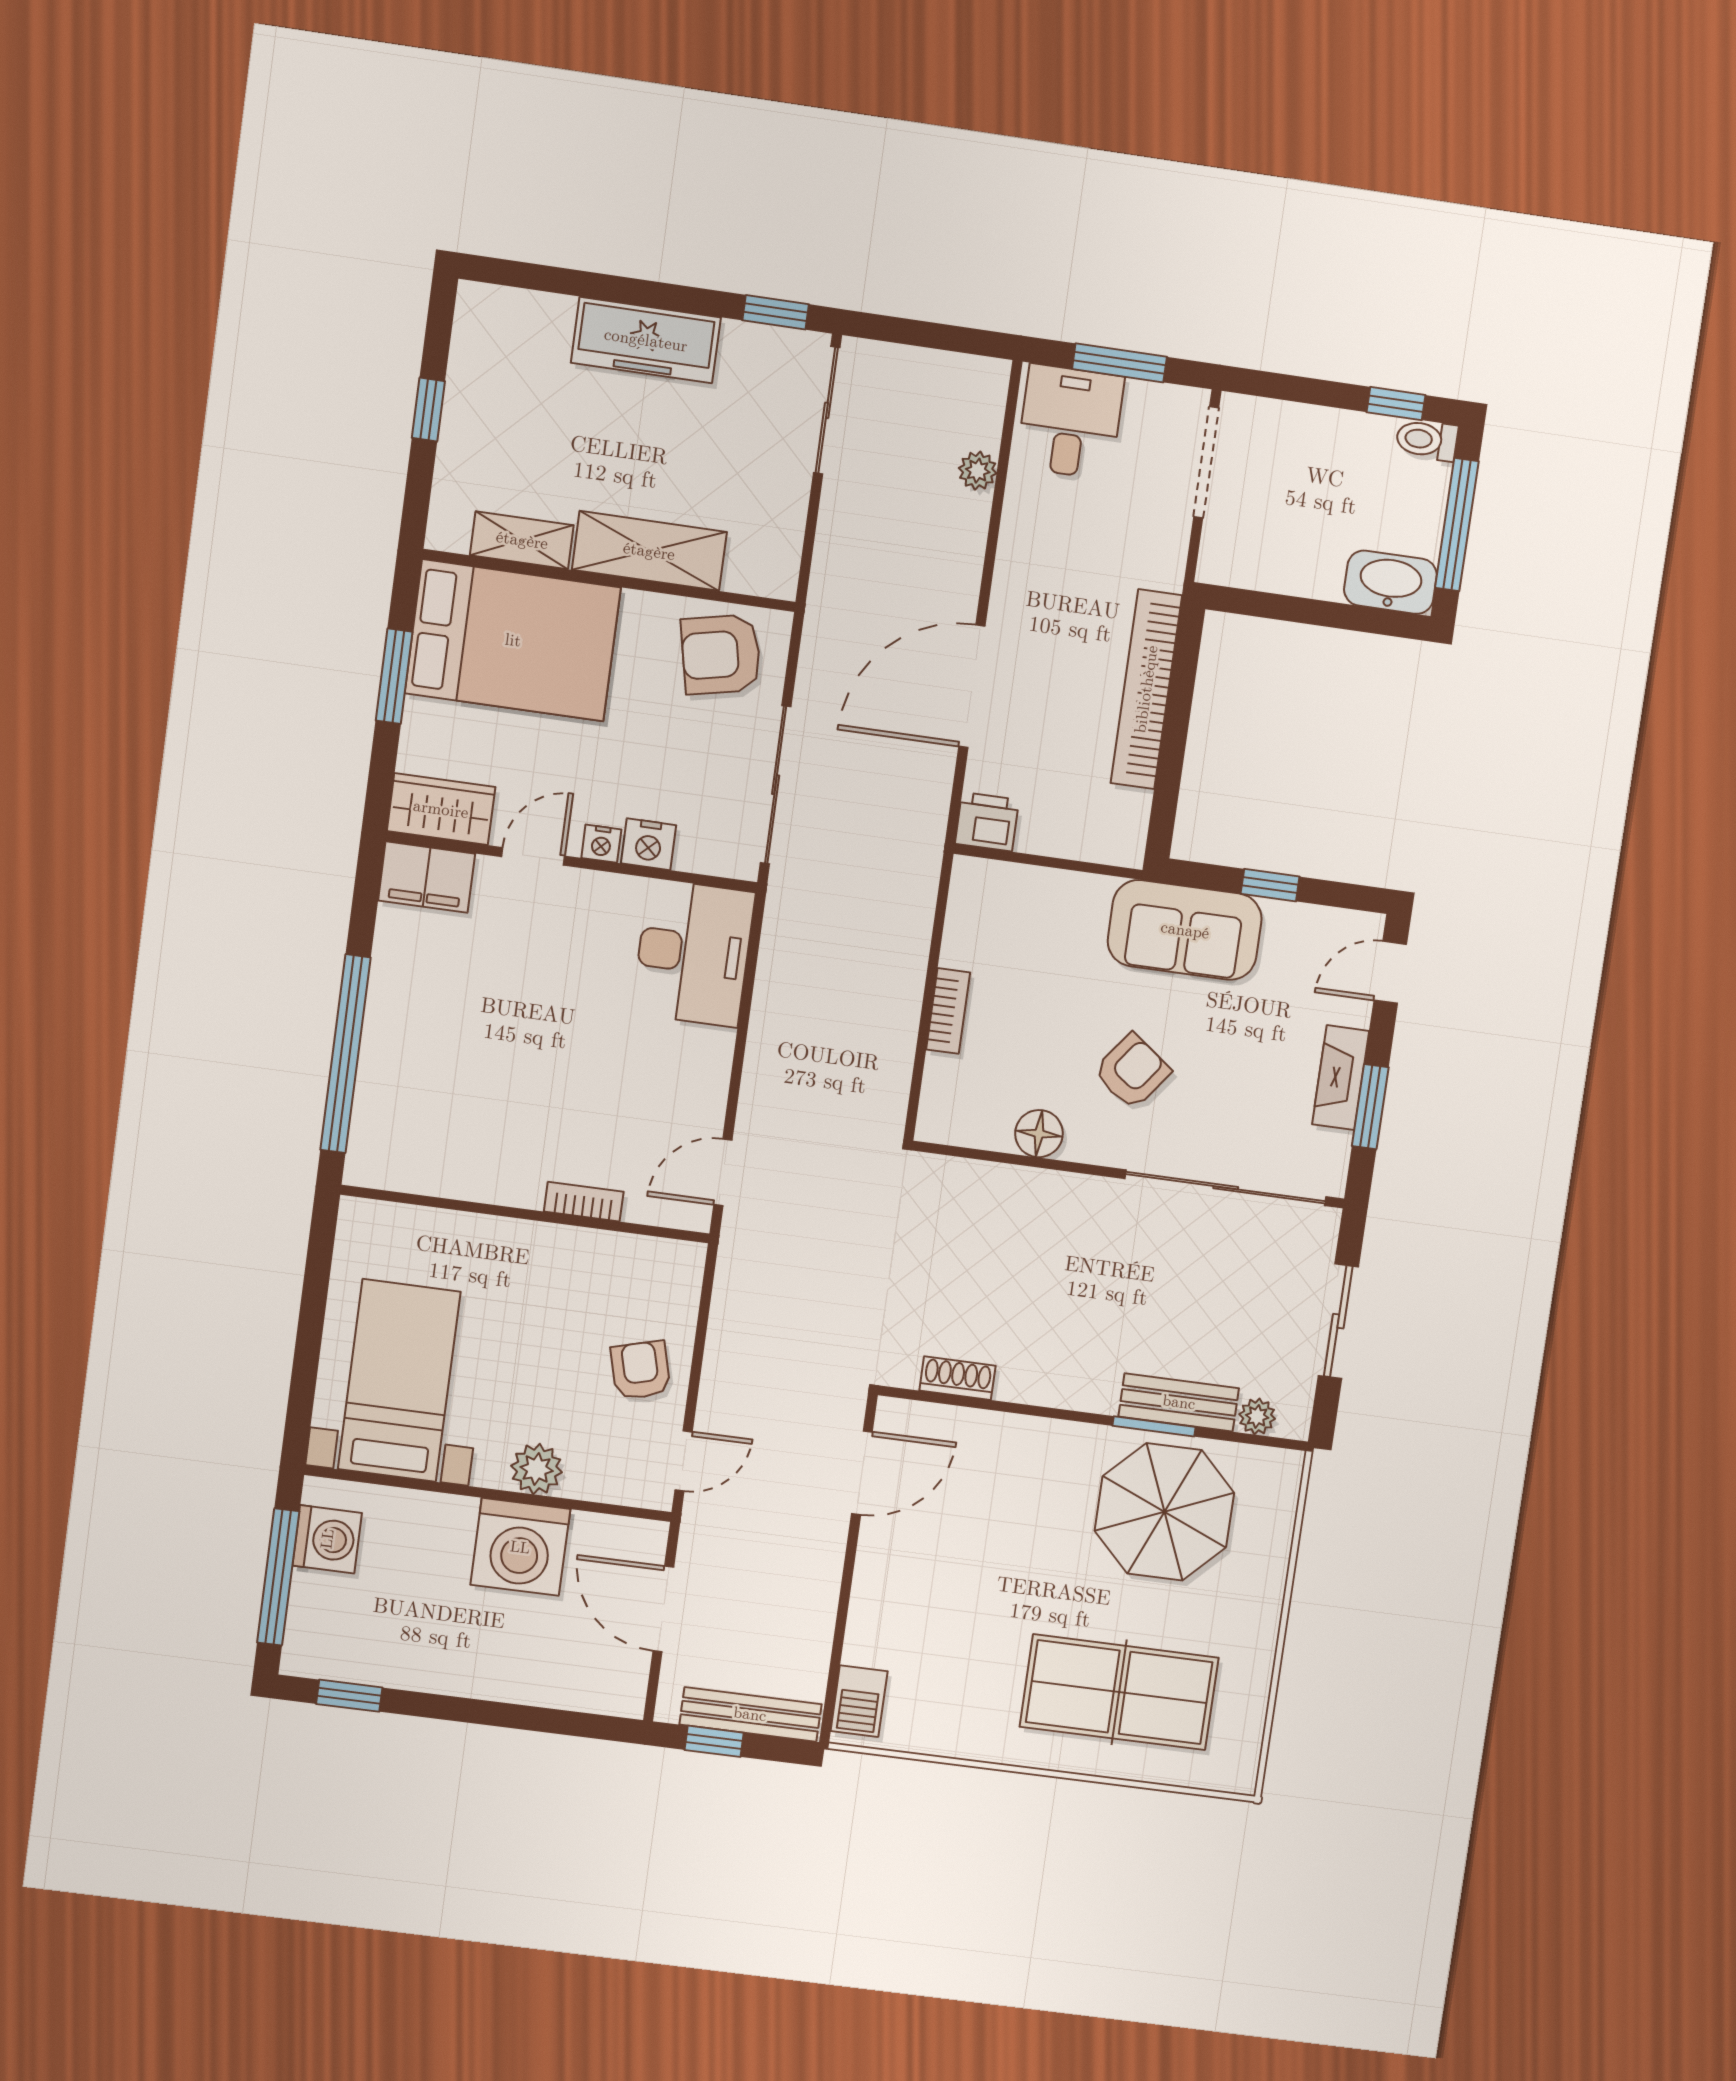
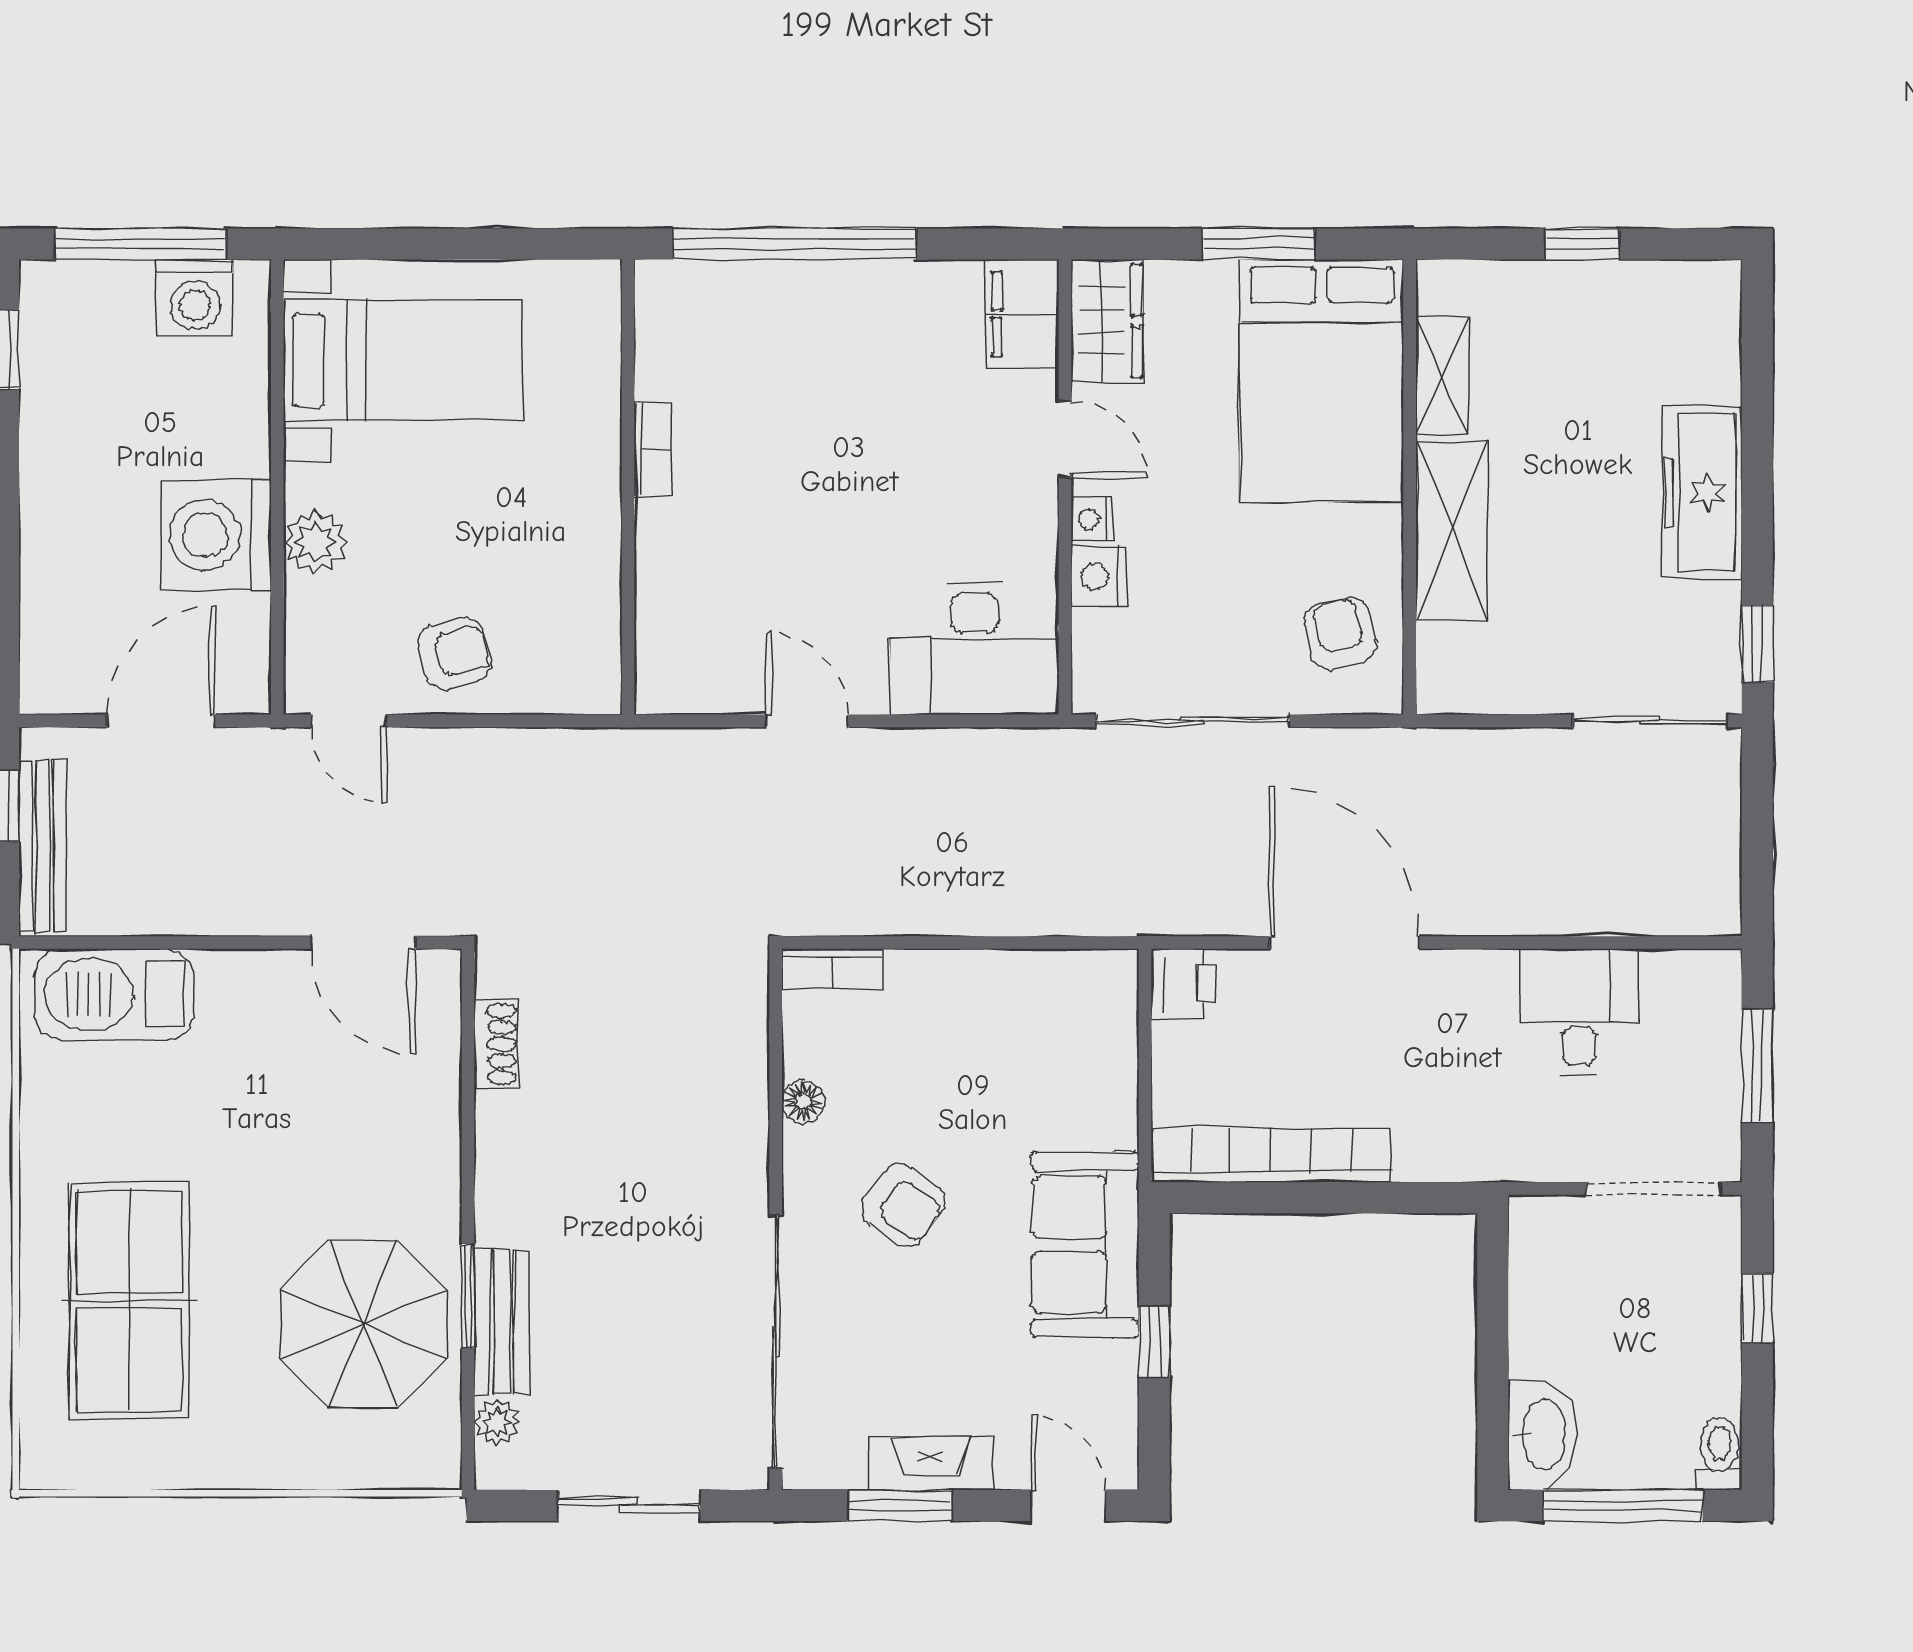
window: (1396, 404) -> (1757, 1308), moved
desk: (1070, 422) -> (1579, 1012), moved, turned -90
plant: (978, 471) -> (1604, 913), removed
armchair: (721, 654) -> (1340, 633), width x0.72, depth x0.72
bookcase: (1146, 689) -> (1271, 1155), moved
bookcase: (948, 1011) -> (833, 969), moved
floor lamp: (1039, 1134) -> (803, 1102), width x0.73, depth x0.73
door: (723, 1172) -> (807, 721), moved
bookcase: (584, 1202) -> (653, 449), moved
barbecue: (859, 1701) -> (114, 994), width x1.88, depth x1.53

